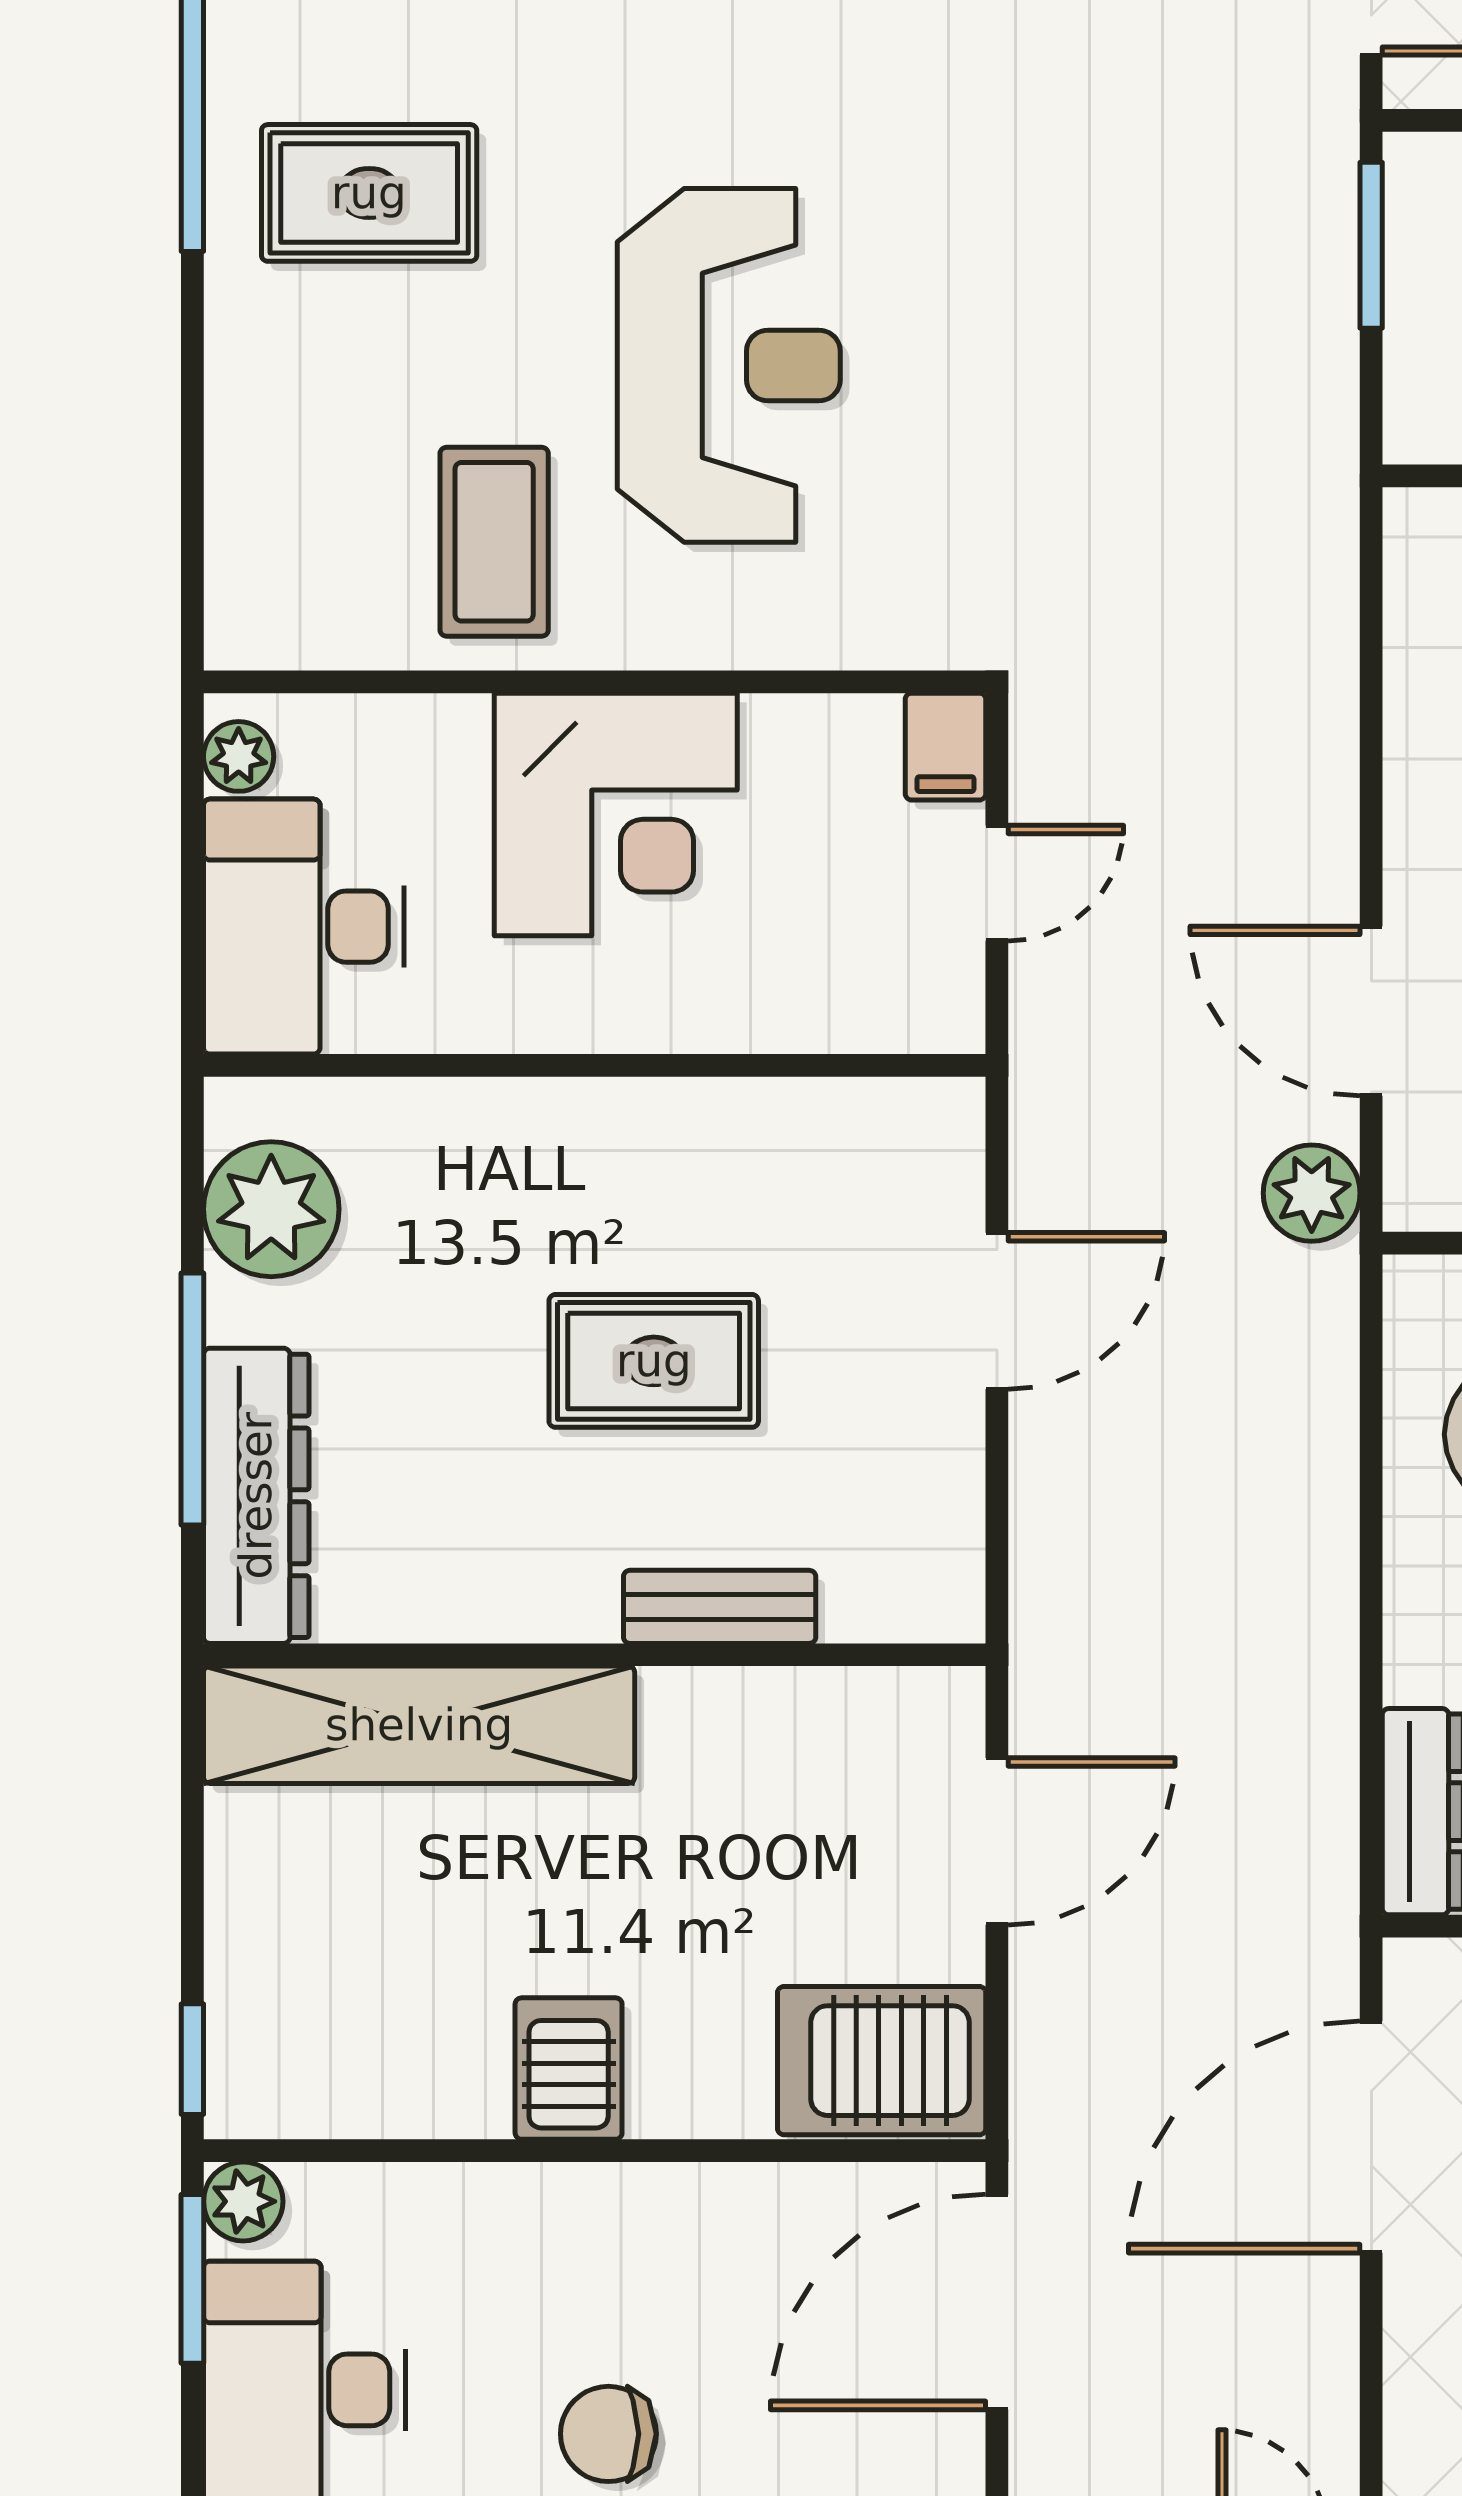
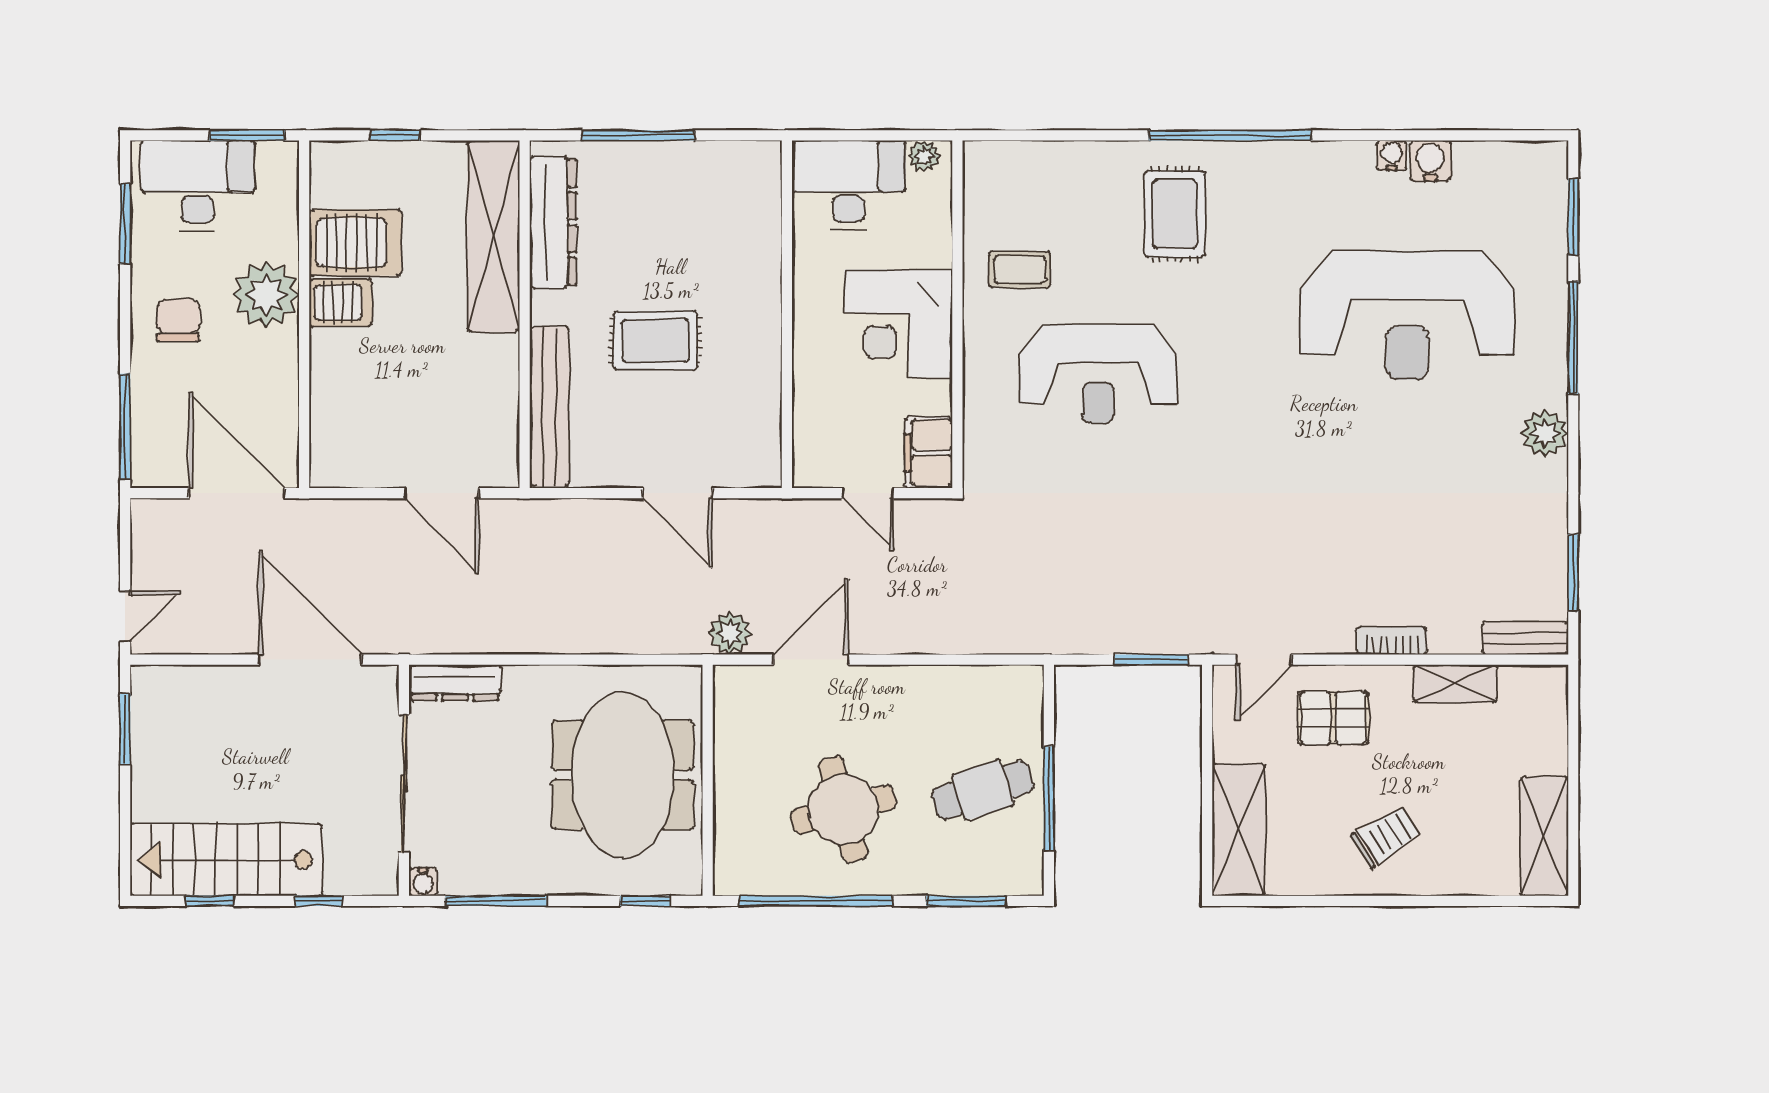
coffee table: (494, 542) -> (1020, 270), width x0.73, depth x0.77
filing cabinet: (946, 747) -> (929, 452), width x2.00
plant: (271, 1209) -> (723, 170), removed
rug: (654, 1361) -> (655, 341), turned 90
dresser: (256, 1496) -> (553, 222), moved, turned -90
bench: (720, 1607) -> (549, 407), width x1.86, depth x1.21
window: (192, 2059) -> (395, 135), moved
server rack: (882, 2061) -> (355, 243), moved, turned 90
plant: (243, 2201) -> (266, 295), moved, width x1.87, depth x1.87

